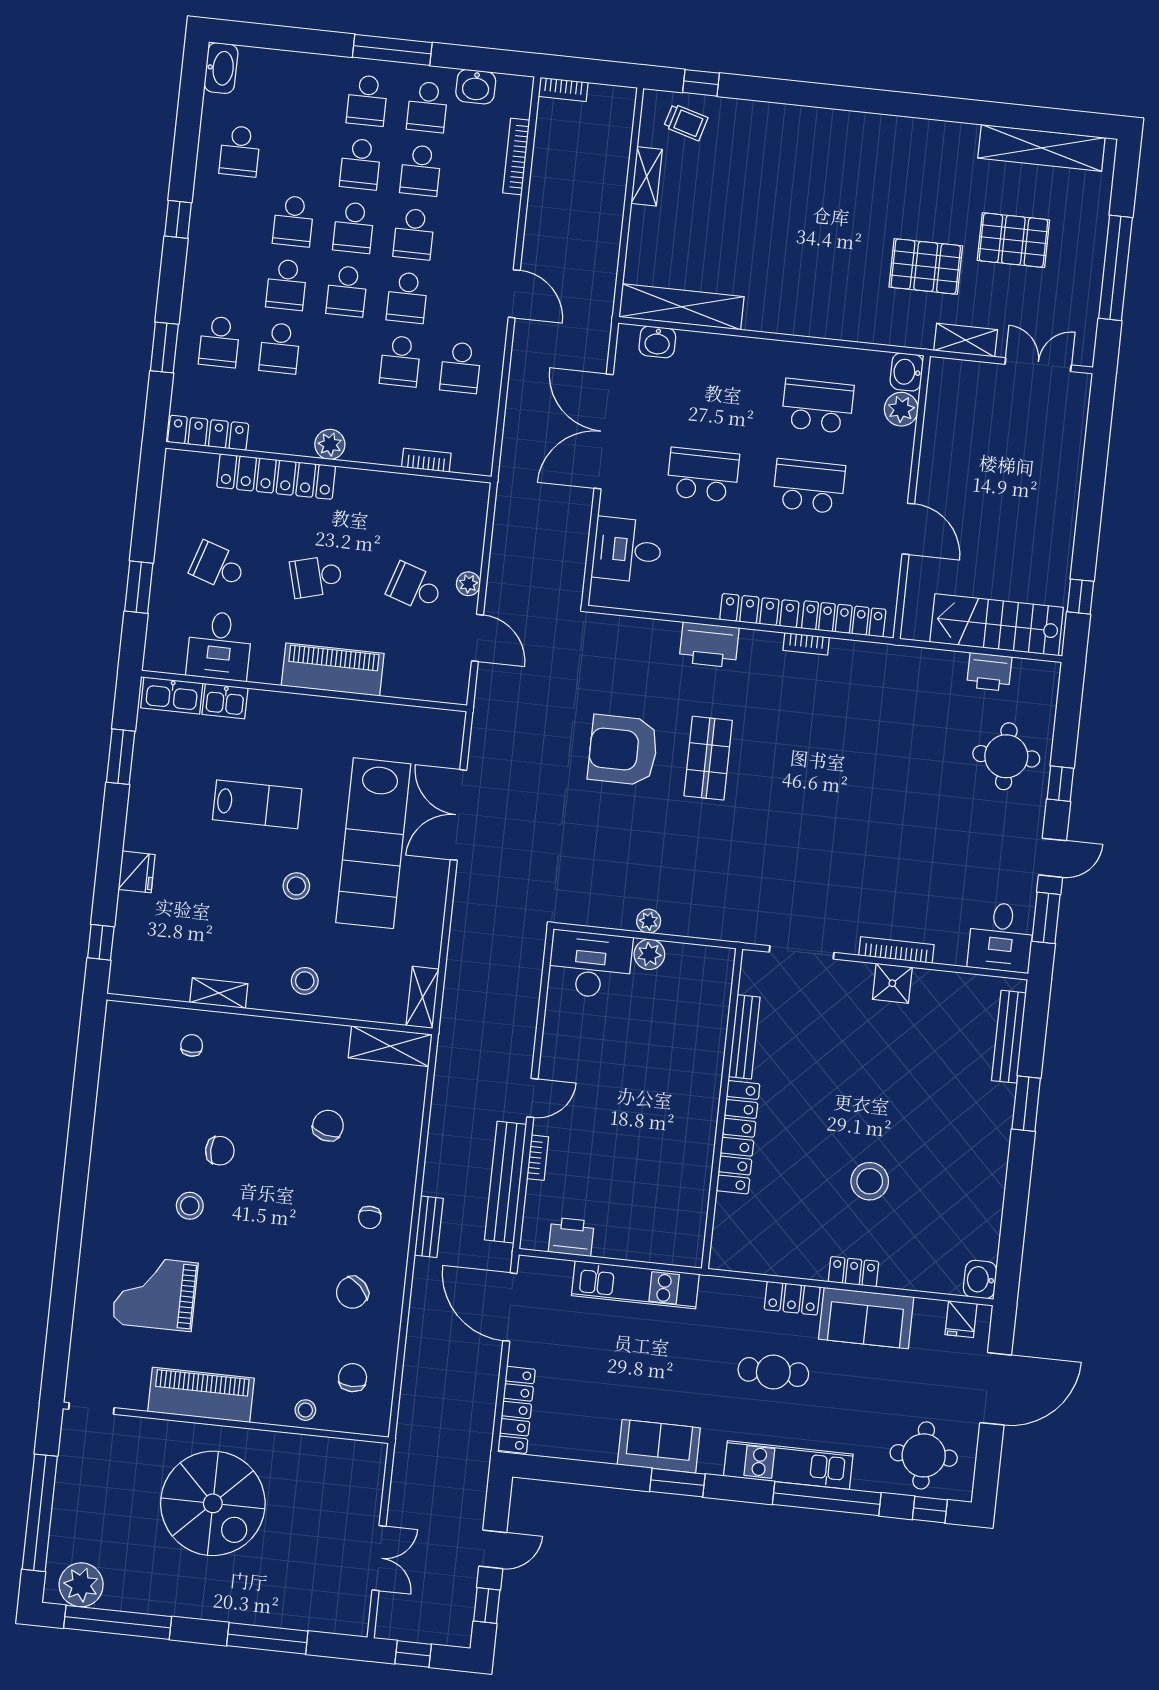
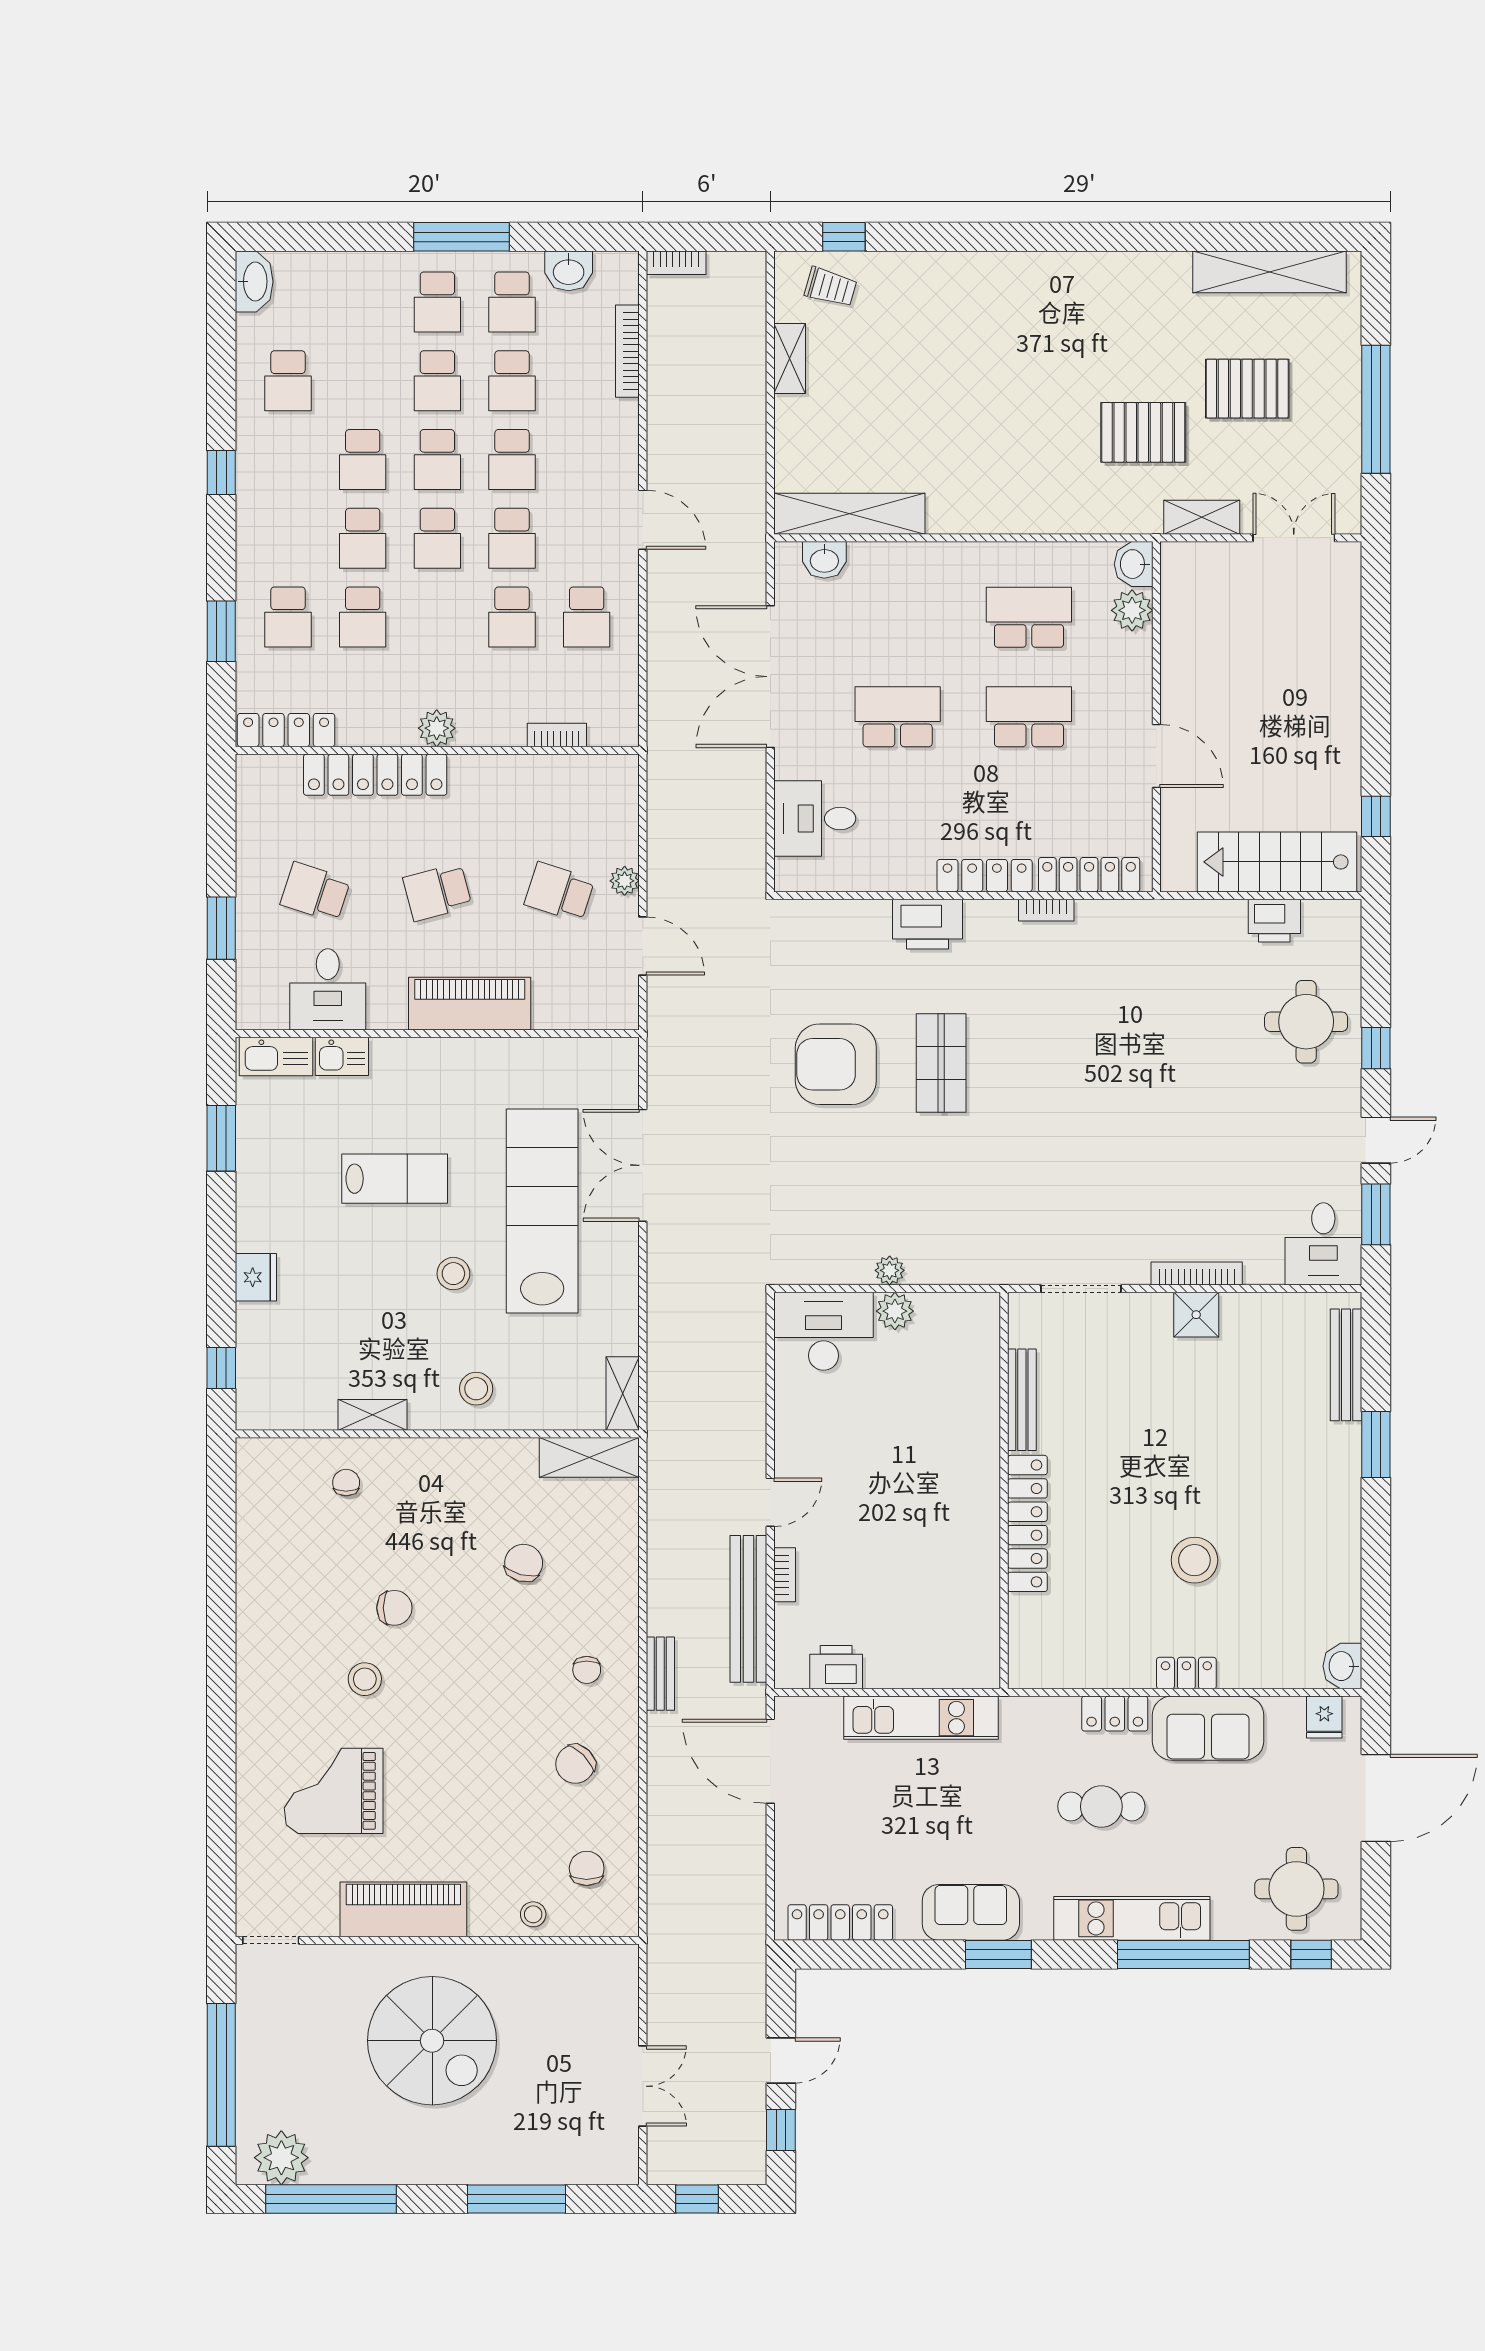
lab bench: (373, 843) -> (542, 1211), turned 180
locker: (516, 1410) -> (840, 1923), moved, turned -90

